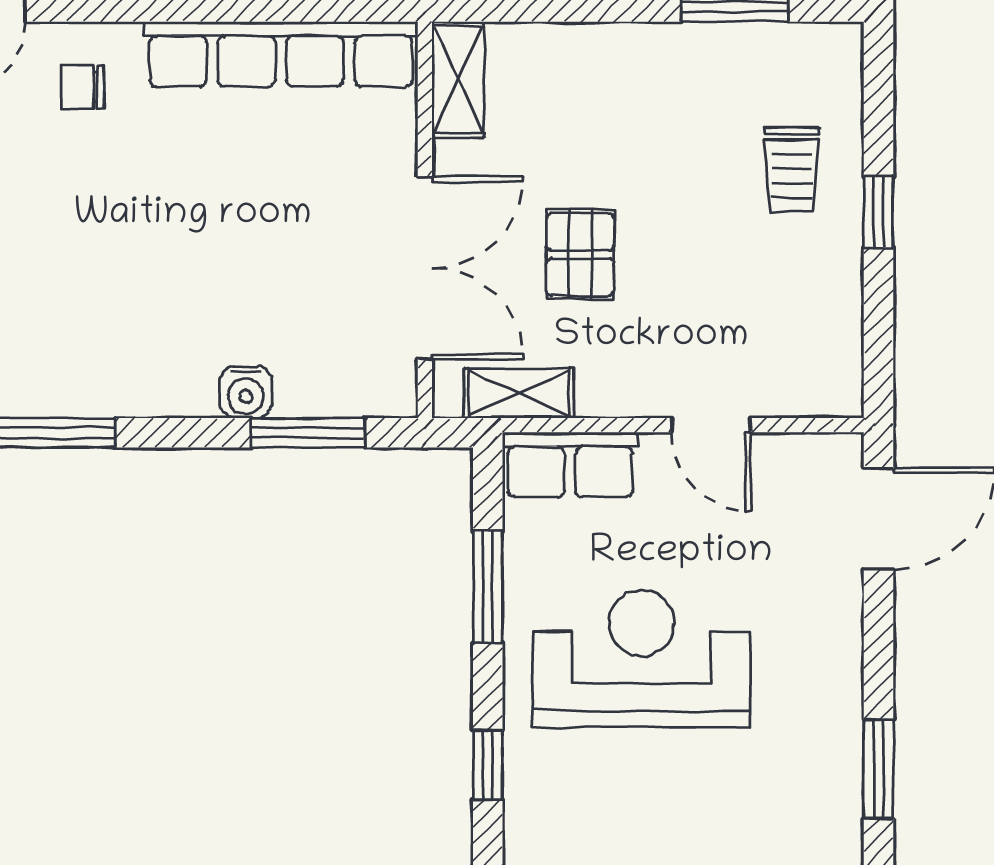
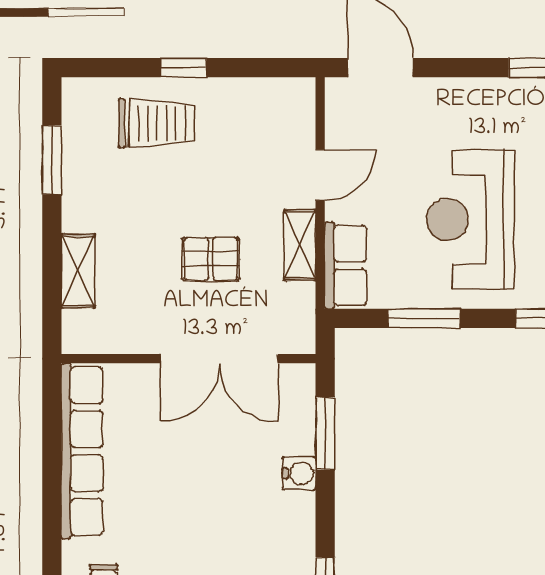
shelving: (458, 80) -> (78, 271), moved, turned 90
trolley: (792, 170) -> (156, 123), width x1.36, depth x1.39
double door: (425, 268) -> (219, 359), swing flipped
shelving: (519, 393) -> (300, 245), moved

